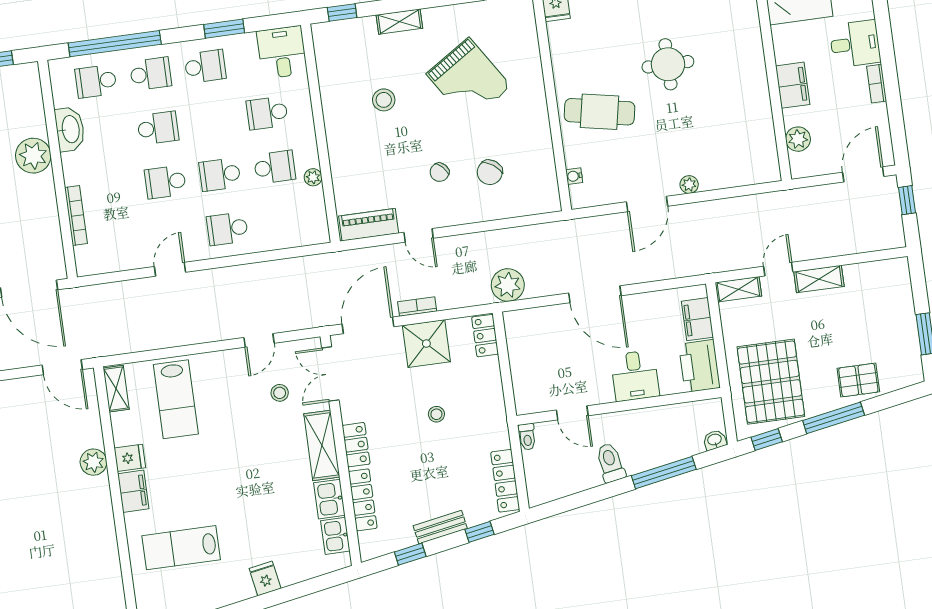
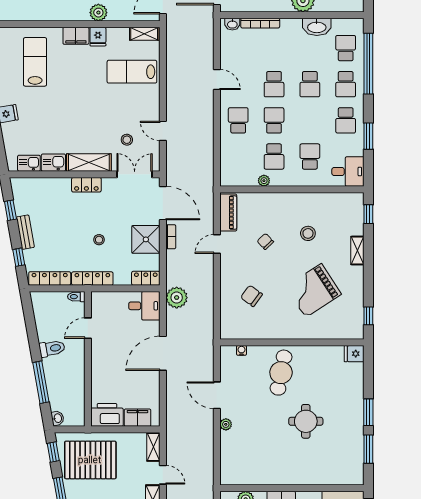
chair: (439, 172) -> (265, 241), moved
school desk: (165, 182) -> (274, 84), turned 180
washbasin: (83, 257) -> (232, 24), added
desk: (635, 376) -> (144, 306), moved, turned 180
locker: (363, 500) -> (92, 279), moved, turned 180

